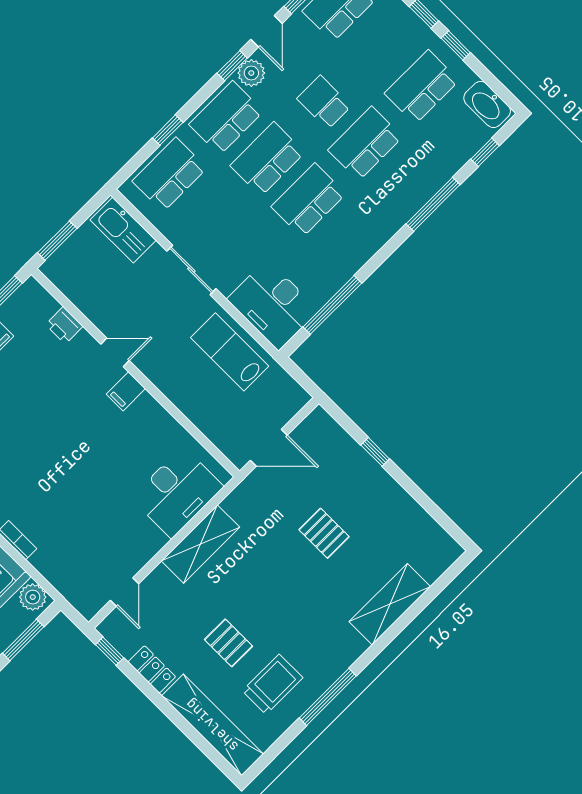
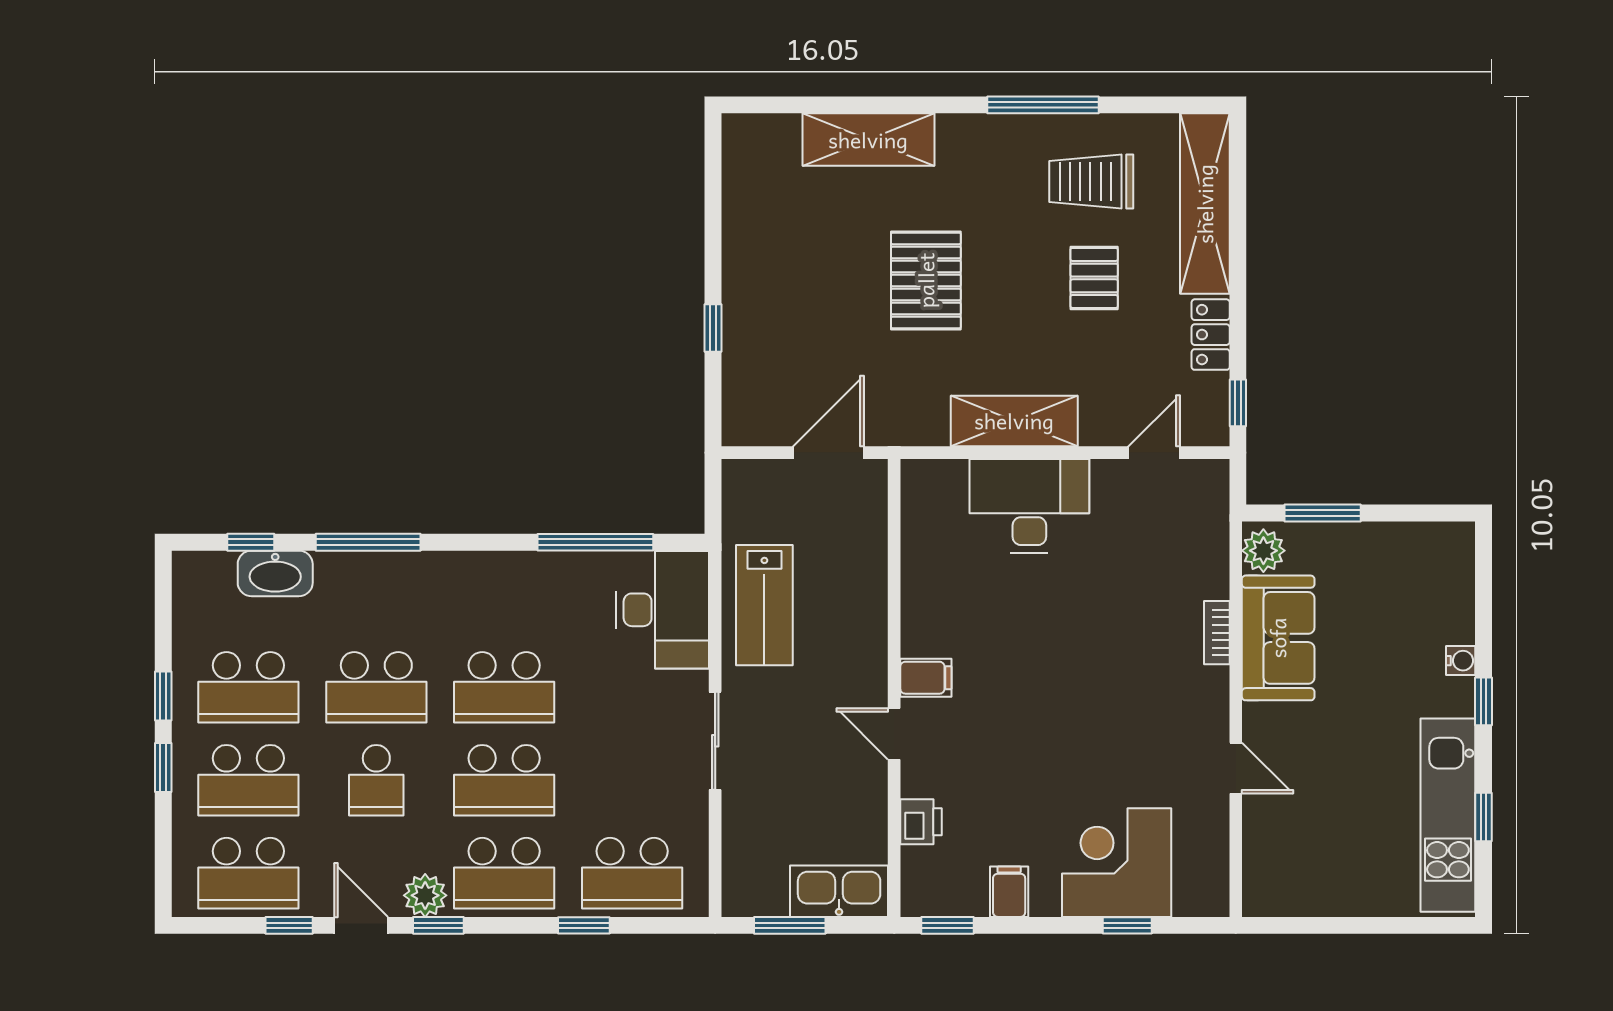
door: (266, 31) -> (361, 925), hinge flipped
school desk: (381, 46) -> (248, 780), added
washbasin: (487, 104) -> (275, 573), moved, turned 90
kitchen sink: (123, 230) -> (839, 891), moved, turned -90
window: (57, 241) -> (790, 925), moved
door: (269, 448) -> (828, 453), hinge flipped
desk: (177, 492) -> (1029, 506), moved
pallet: (324, 533) -> (926, 280), moved, width x1.50, depth x1.42

